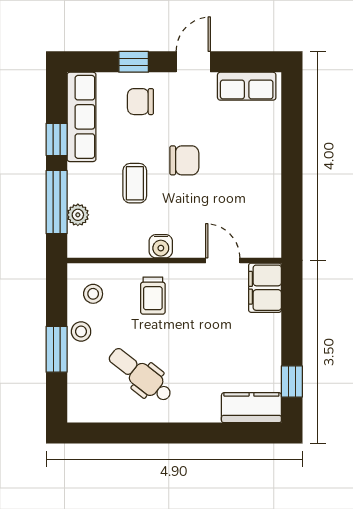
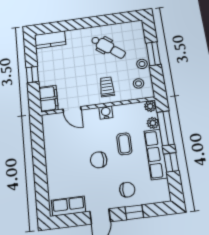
row of seats: (81, 117) -> (156, 154), moved
plant: (78, 247) -> (150, 106), added
window: (292, 381) -> (32, 75), moved

